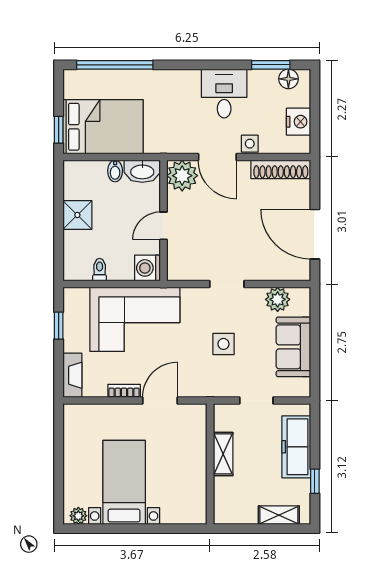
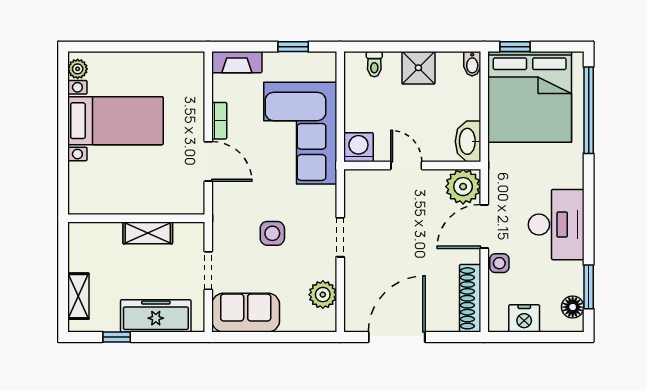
desk: (224, 94) -> (556, 225), width x1.37
bed: (103, 127) -> (530, 97), width x1.36
bidet: (115, 171) -> (472, 64), moved, turned -90
toilet: (100, 270) -> (374, 64), moved, turned 90
sofa: (293, 347) -> (246, 313), moved

